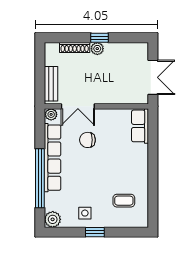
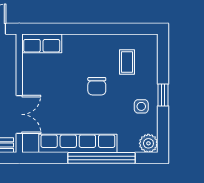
plant: (51, 114) -> (29, 145), removed
chair: (87, 140) -> (97, 86), moved

